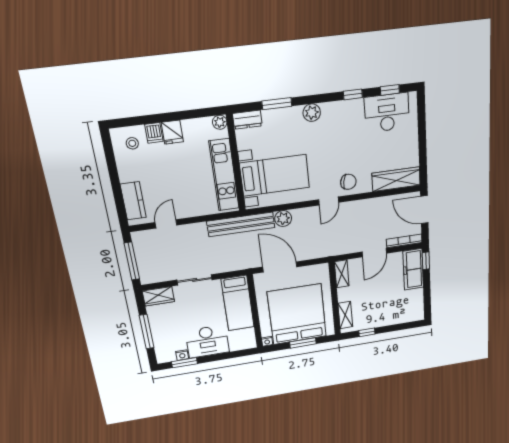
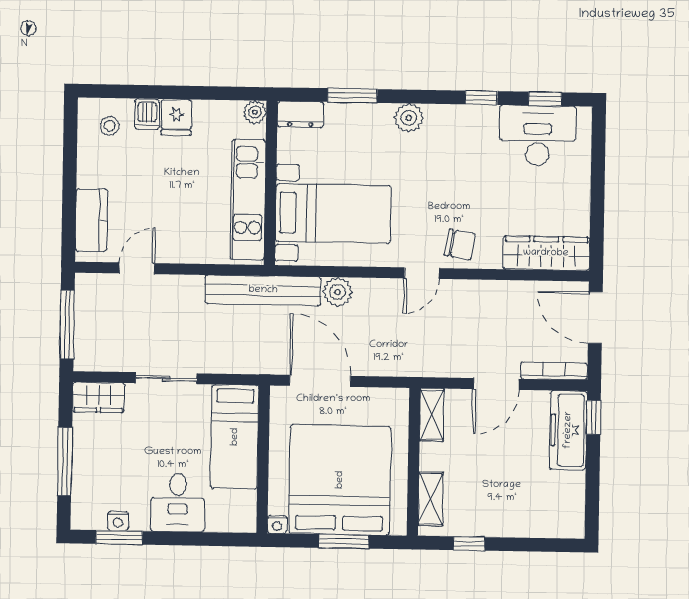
desk: (207, 341) -> (178, 503), width x0.73

